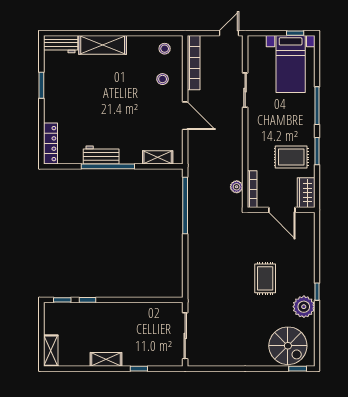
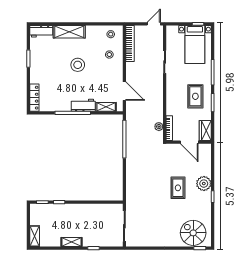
stool: (115, 94) -> (78, 65), added
door: (185, 116) -> (124, 91), moved
workbench: (101, 155) -> (83, 105), moved
rug: (291, 157) -> (195, 96), moved, turned 90
plant: (304, 307) -> (204, 184), moved
spiral stairs: (288, 346) -> (193, 233), turned 180

